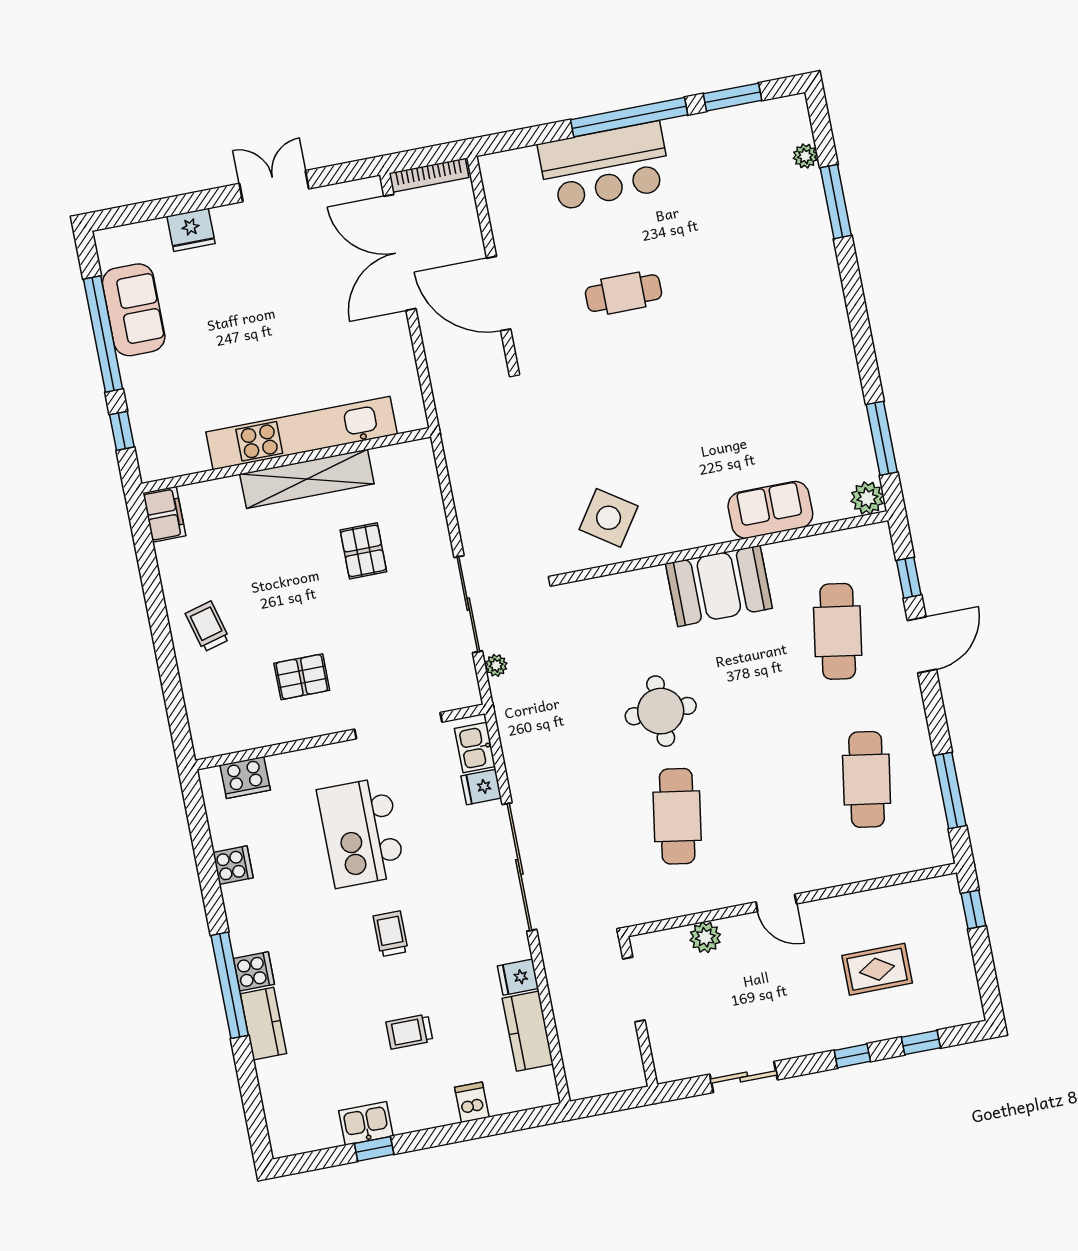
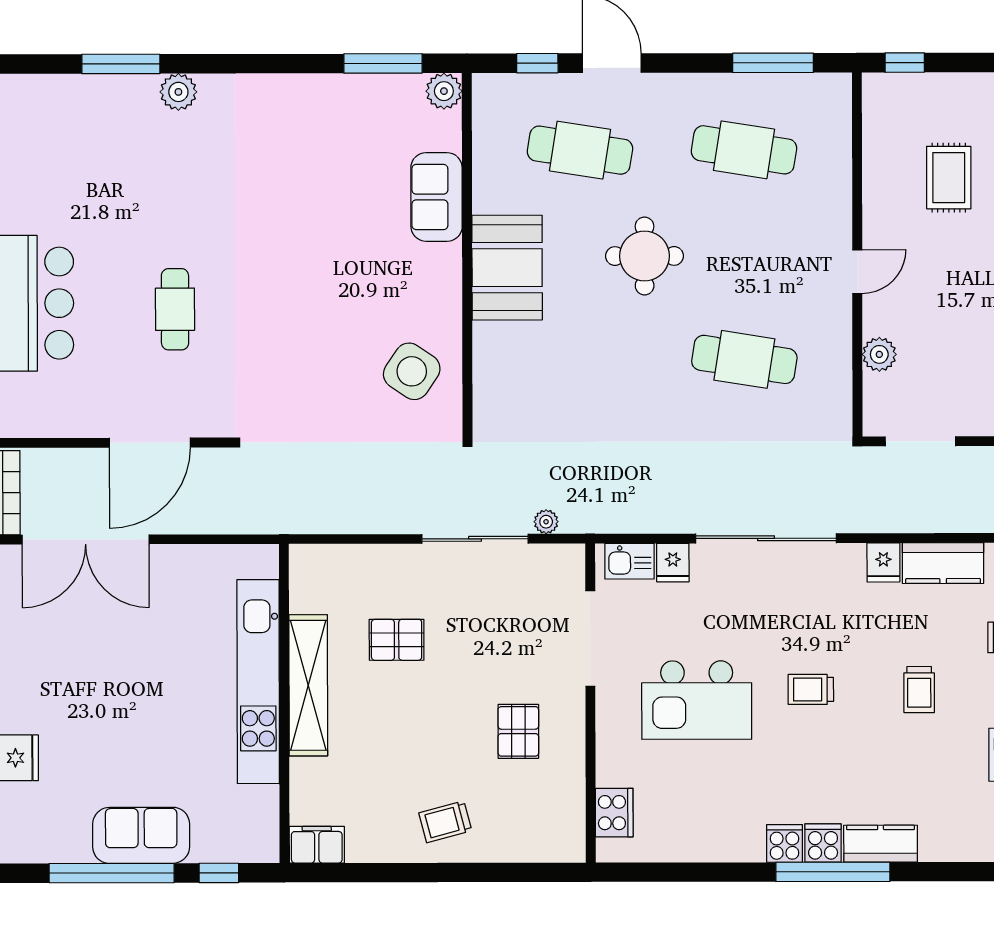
plant: (805, 156) -> (178, 92), moved, width x1.38, depth x1.38
sofa: (134, 310) -> (141, 835), moved
round table: (661, 711) -> (645, 256), moved
cooker: (233, 865) -> (784, 843), moved

